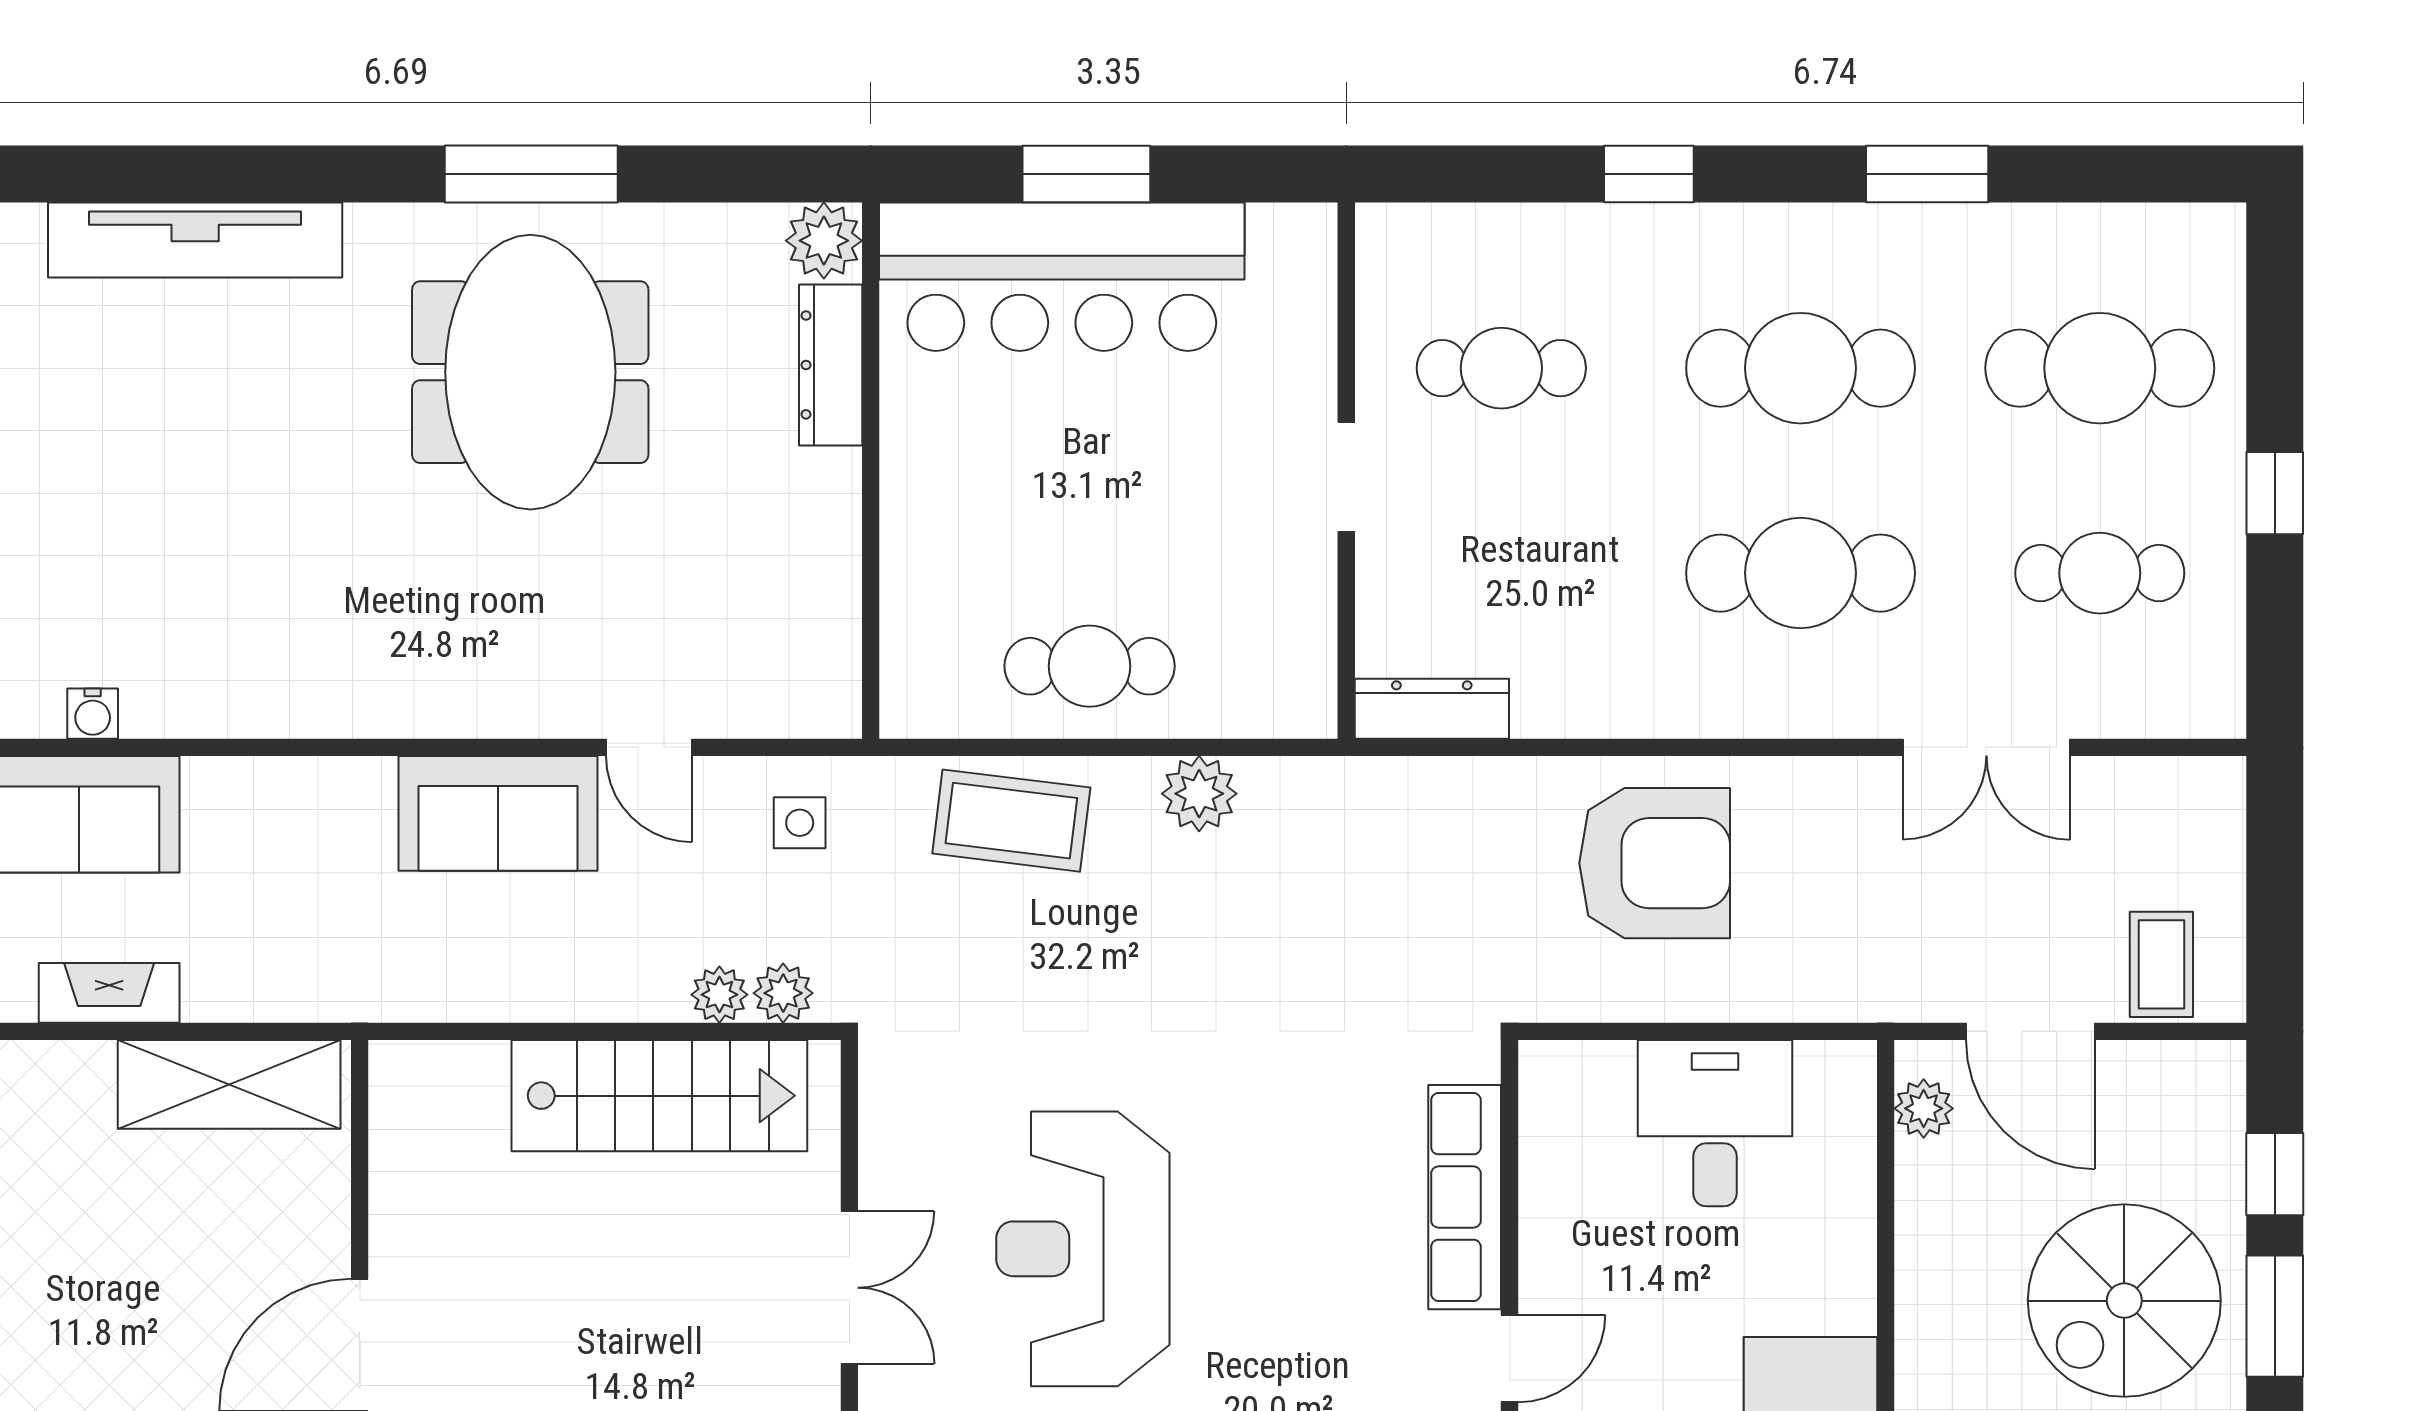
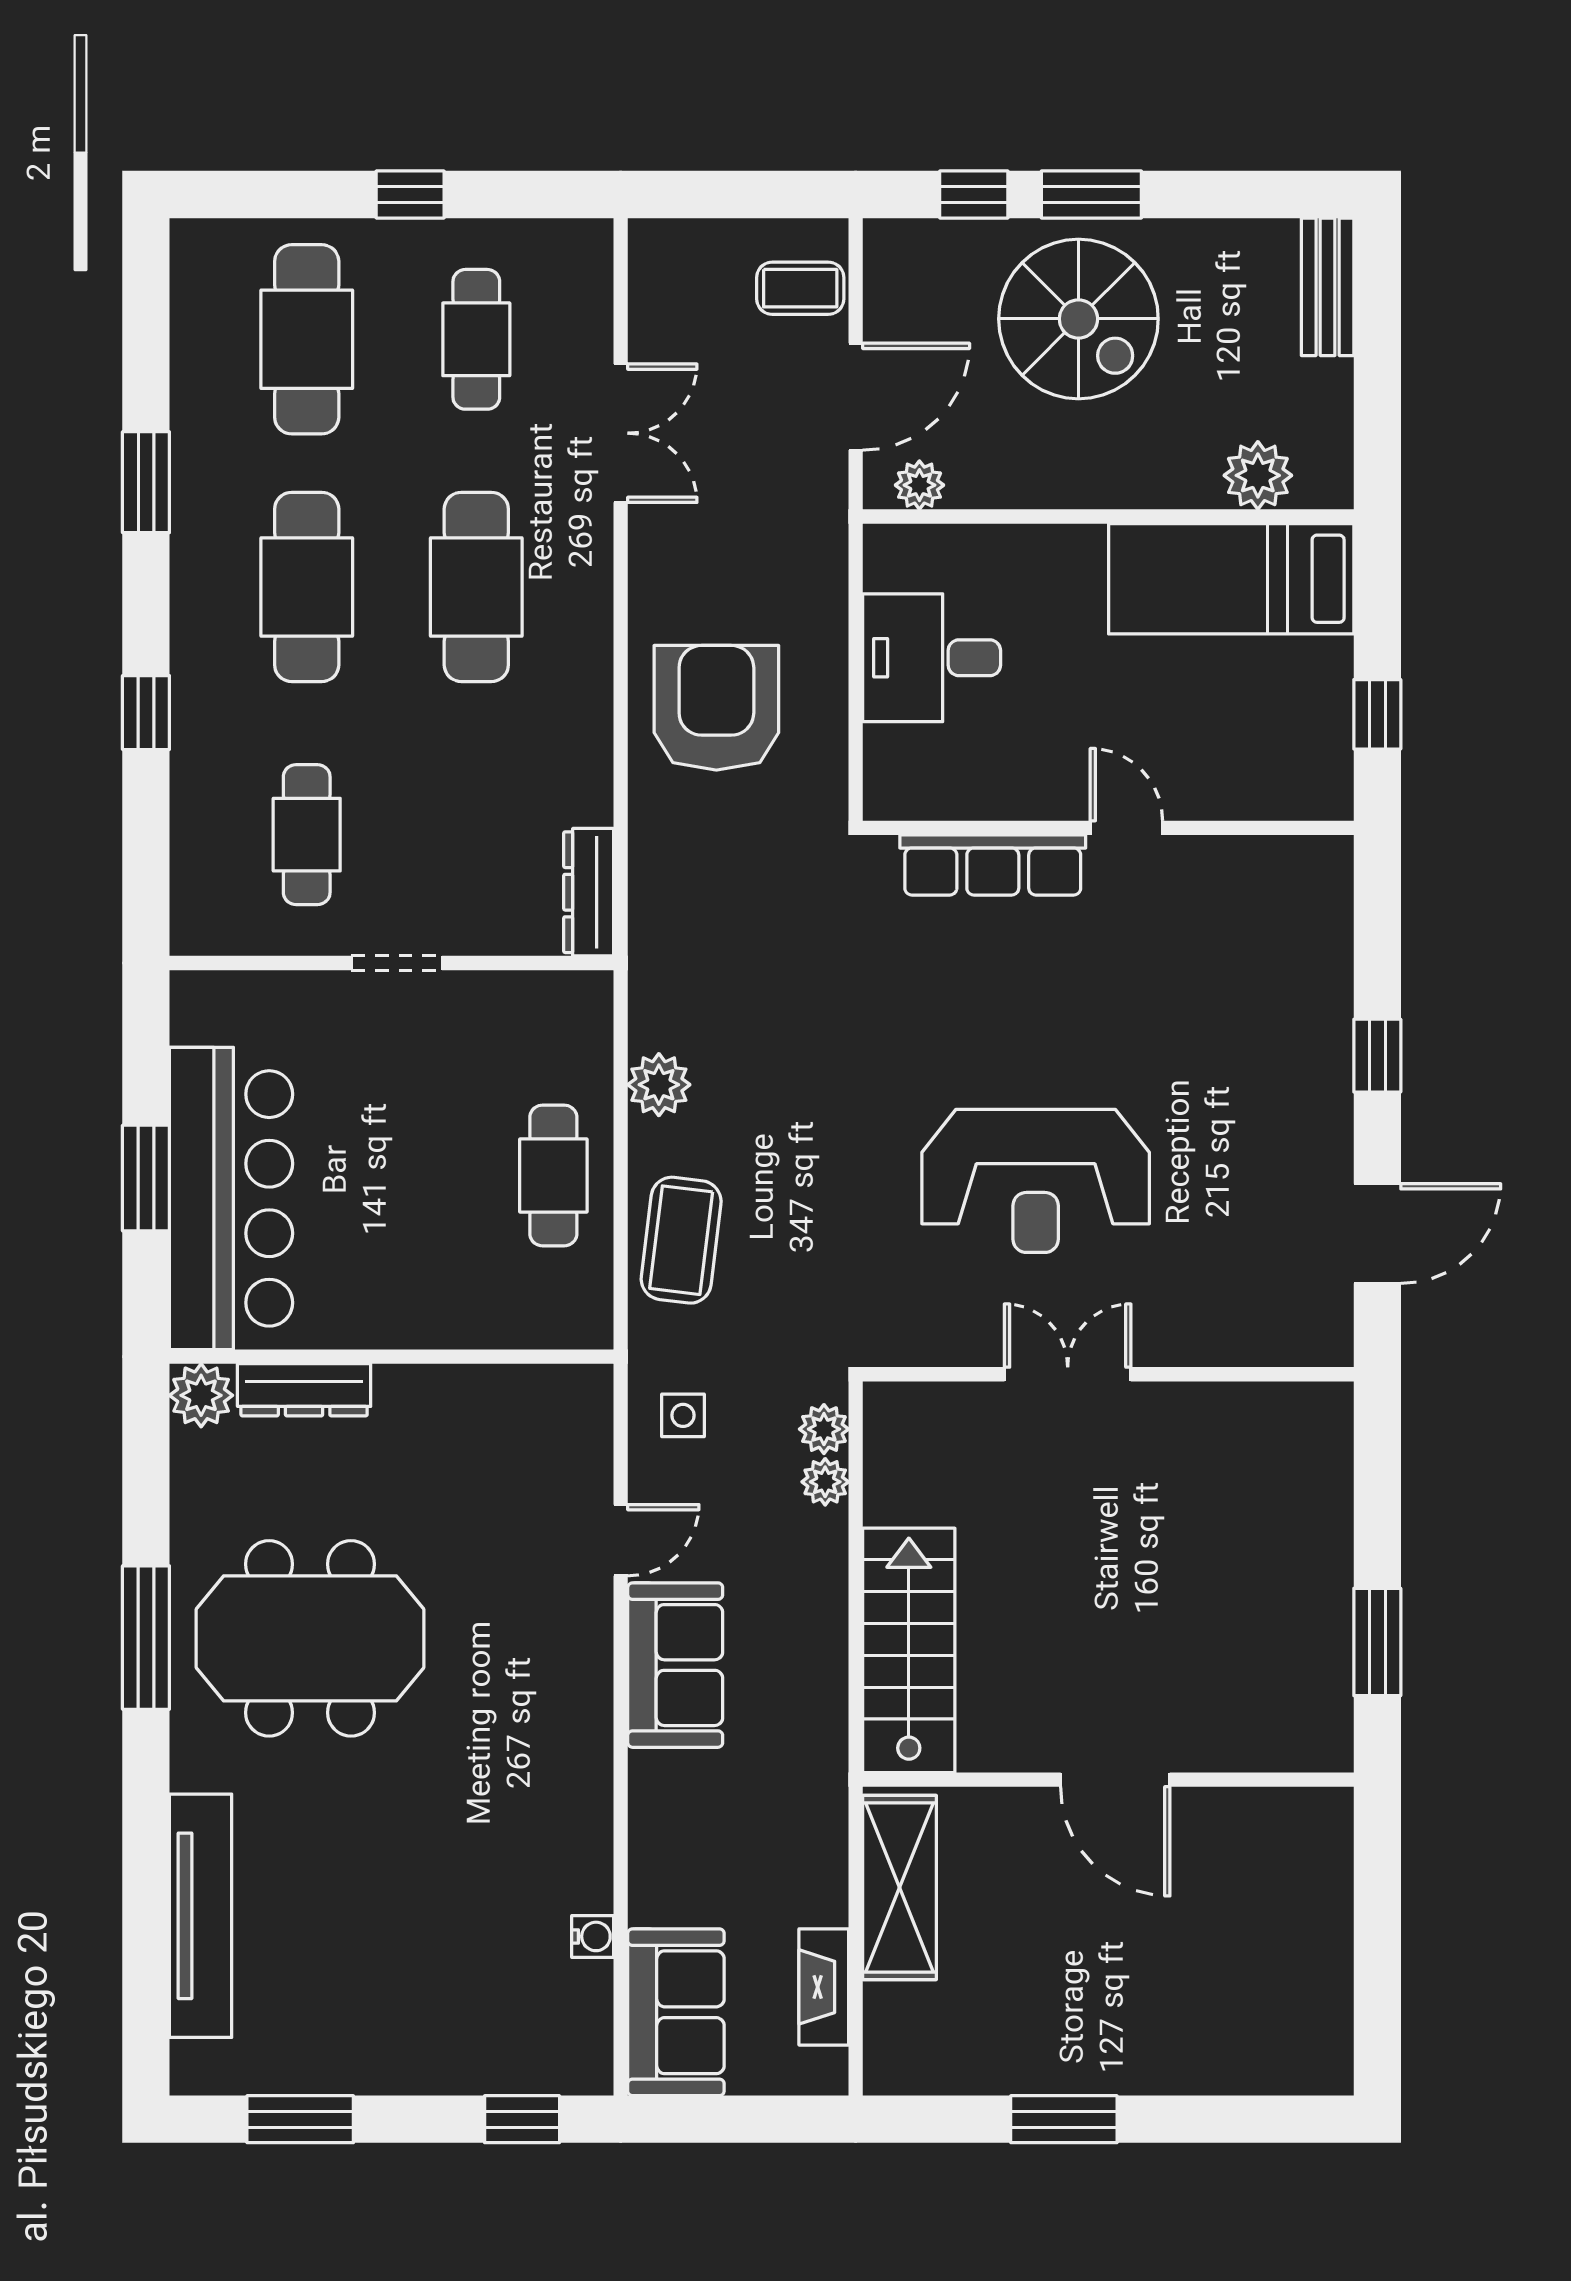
water cooler: (93, 714) -> (593, 1936), moved
stairs: (659, 1096) -> (909, 1650), moved

